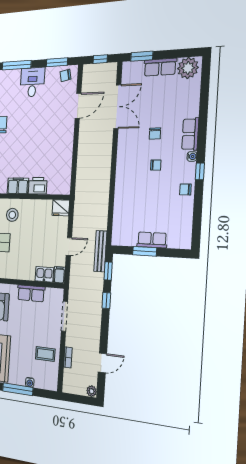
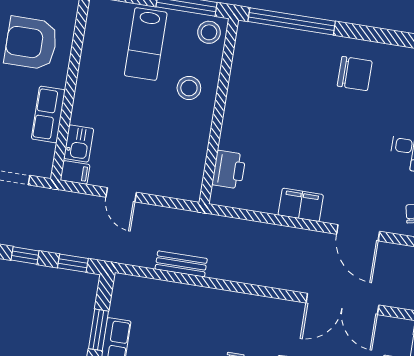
filing cabinet: (18, 186) -> (301, 205), moved, turned -90
printer: (38, 186) -> (229, 170), moved
fridge: (61, 208) -> (189, 185), removed
bench: (100, 251) -> (181, 264), moved, width x0.73

